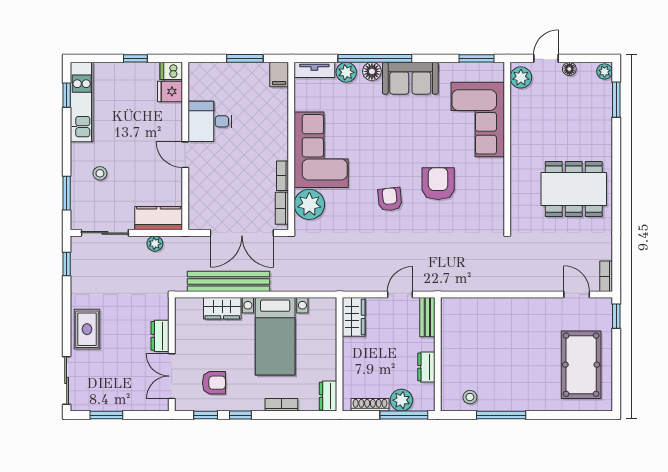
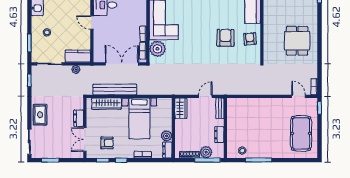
dining table: (574, 189) -> (297, 41), width x0.73
armchair: (390, 199) -> (250, 39), moved
double door: (242, 233) -> (122, 64), swing flipped
wardrobe: (222, 308) -> (107, 104), width x1.50
plant: (326, 369) -> (167, 136), added

